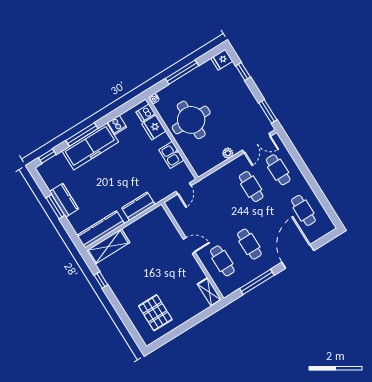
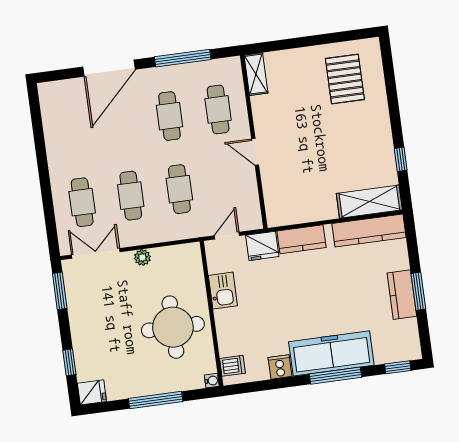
fridge: (154, 127) -> (262, 246), moved, turned 90
cafe table: (303, 210) -> (179, 189), moved

